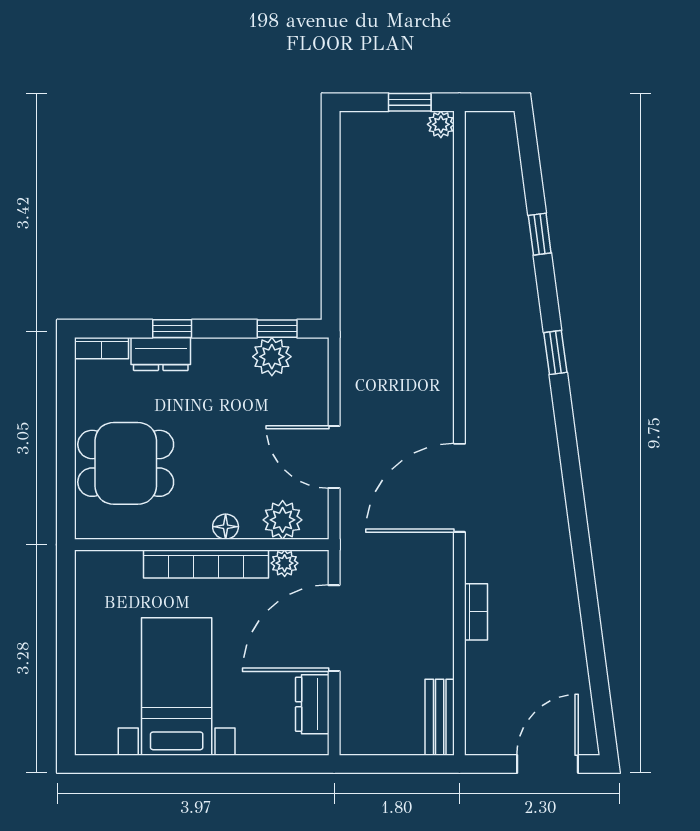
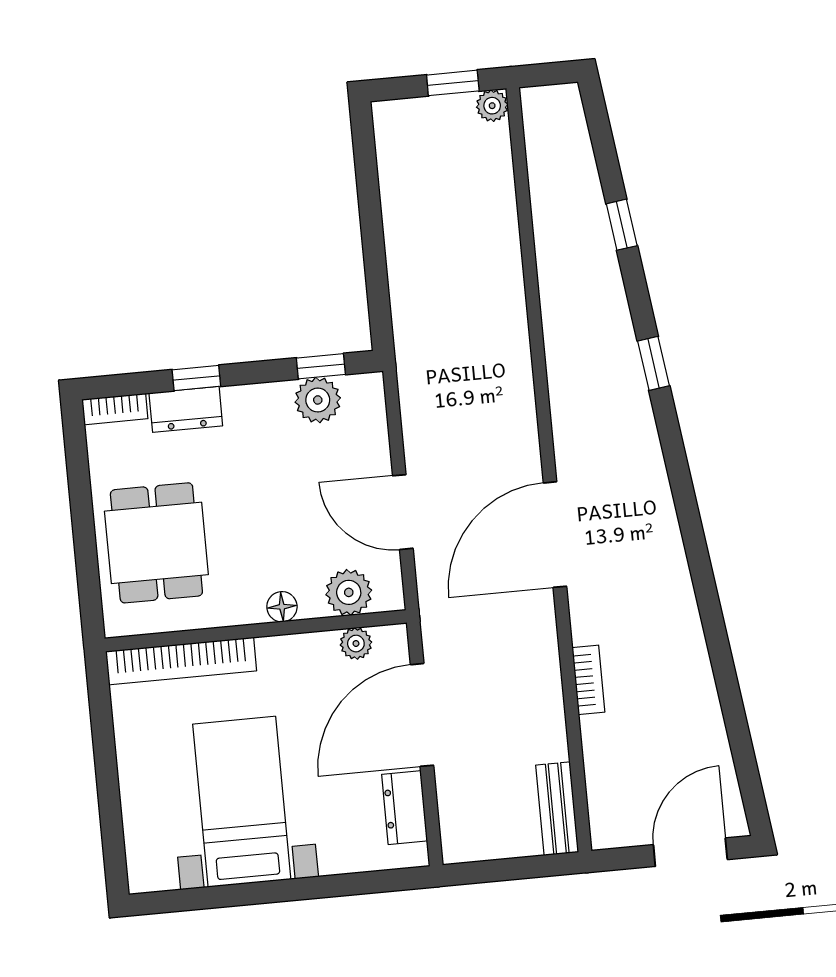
dining table: (126, 463) -> (156, 543), turned 90
bookcase: (206, 564) -> (181, 661), moved

